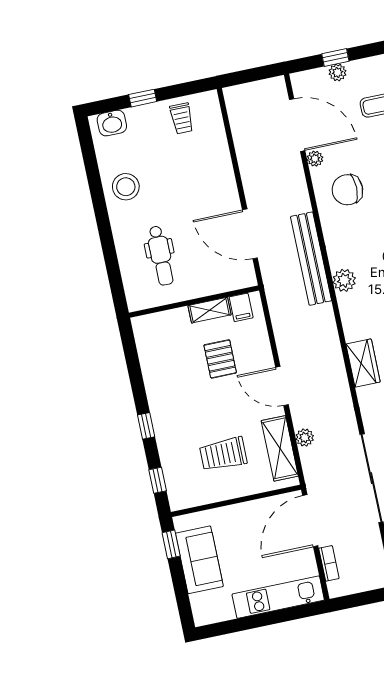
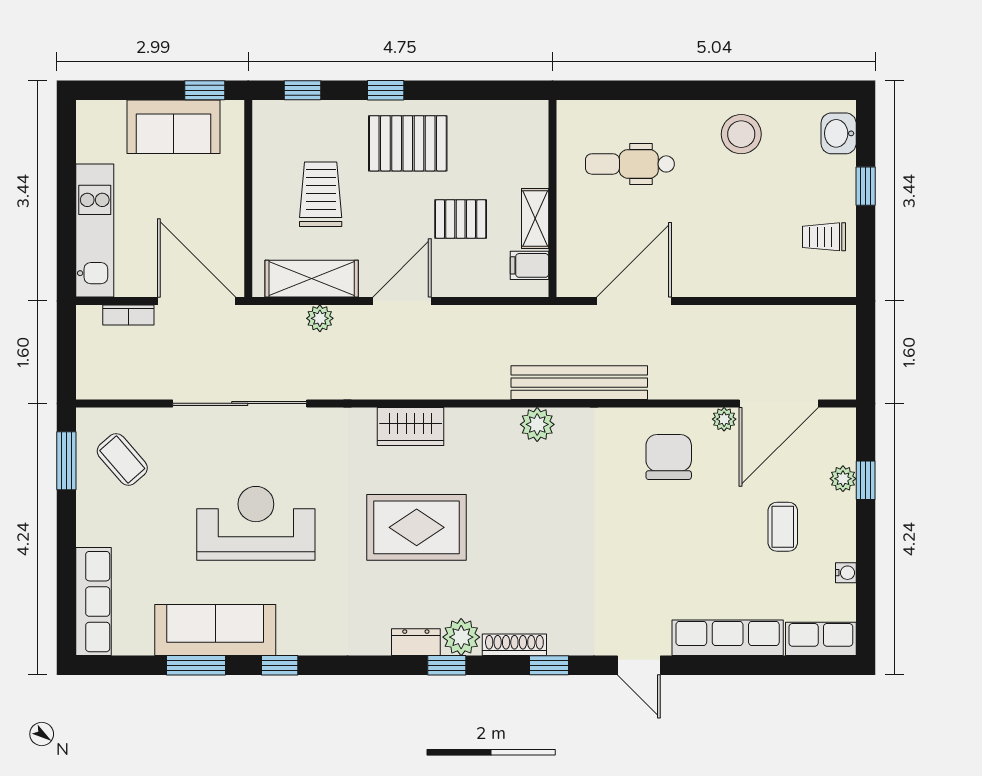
pallet: (178, 404) -> (408, 143), added

